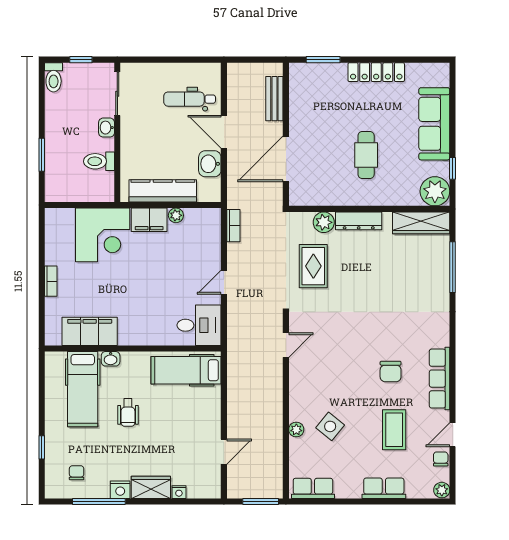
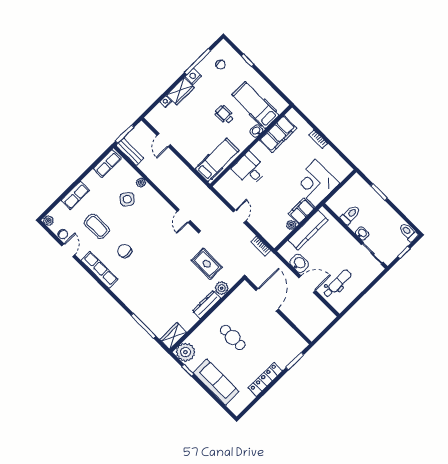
bench: (274, 99) -> (130, 152), moved
wardrobe: (421, 223) -> (173, 336), width x0.67
desk: (199, 325) -> (250, 169), moved, turned 90

